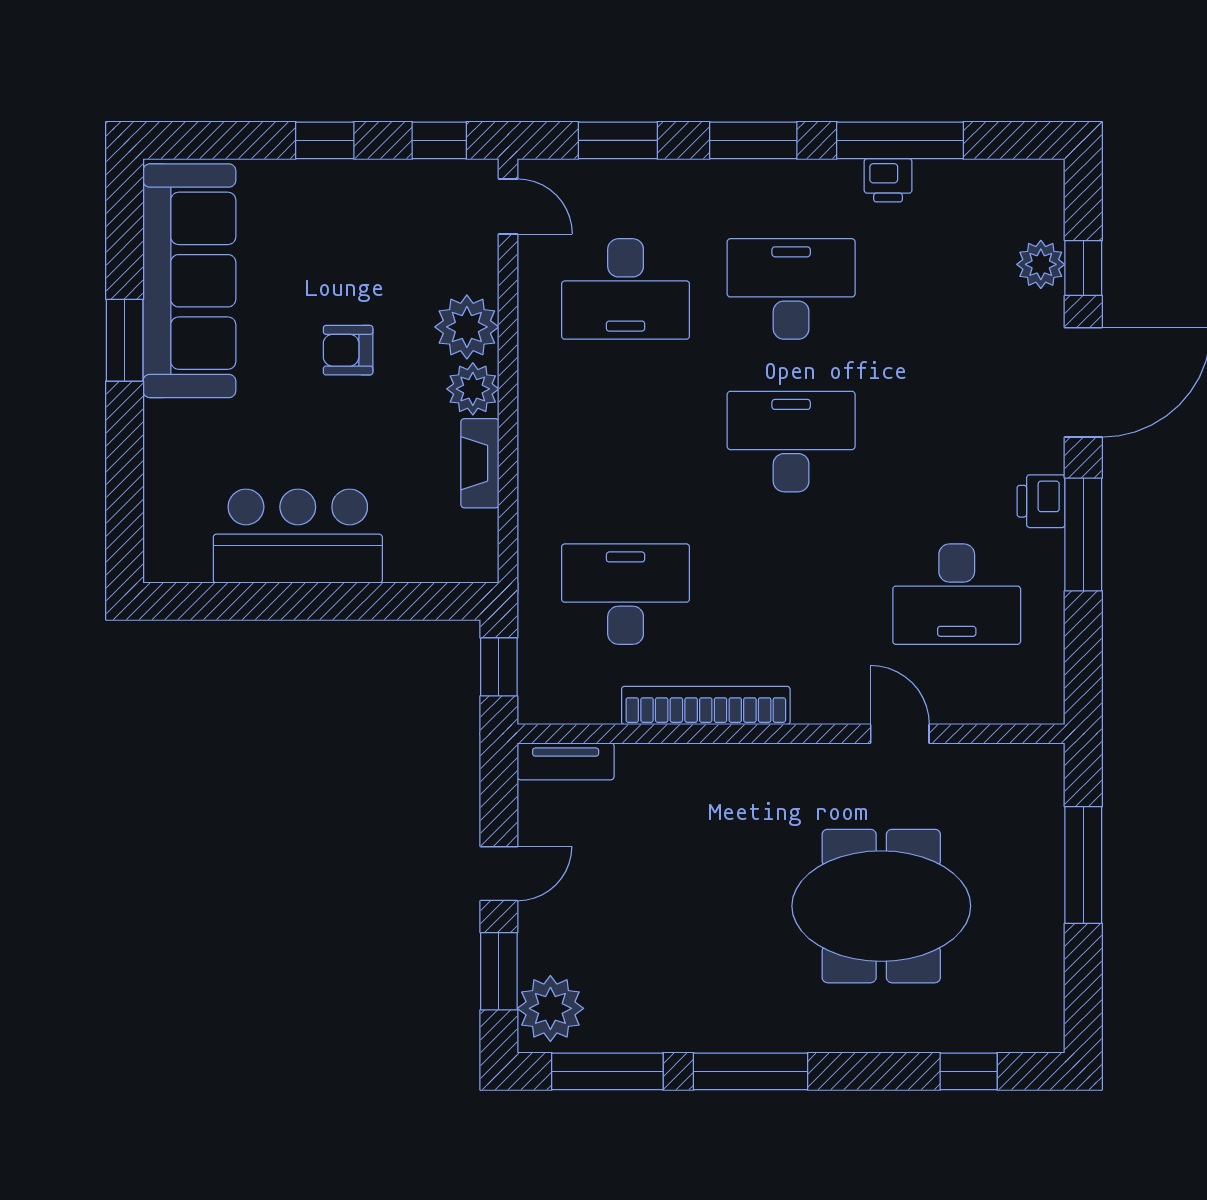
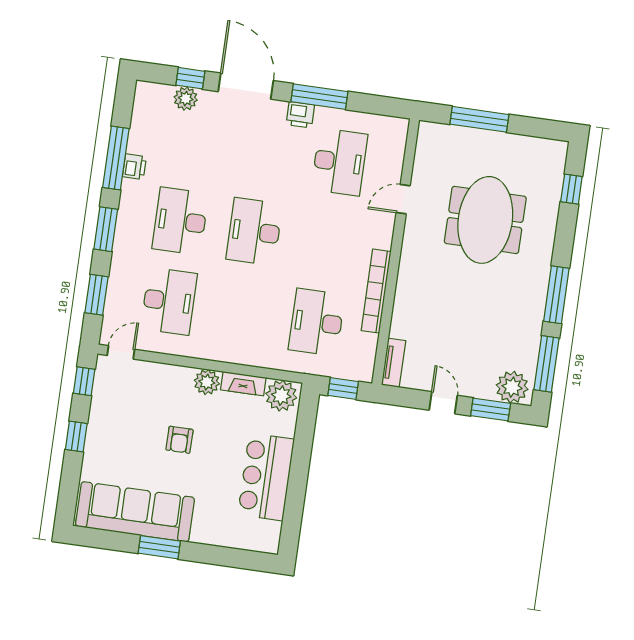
plant: (467, 327) -> (281, 396), moved

